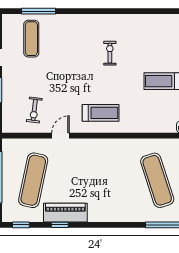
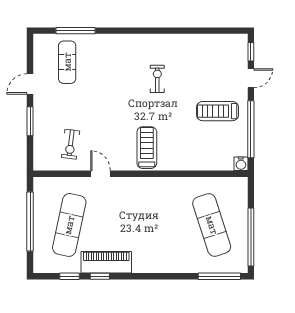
treadmill: (101, 113) -> (147, 148), turned -90
door: (60, 136) -> (101, 174), hinge flipped
window: (21, 225) -> (69, 276), moved

